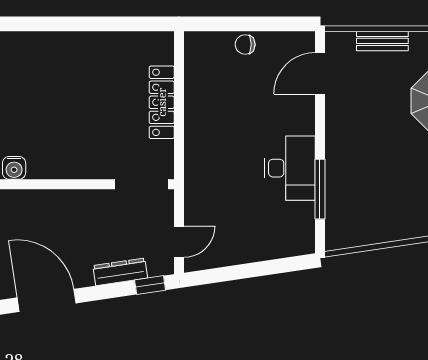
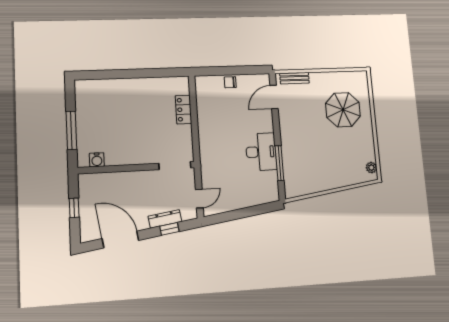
bench: (382, 41) -> (294, 78), moved
locker: (162, 102) -> (183, 110), width x0.66
window: (150, 285) -> (169, 229), moved

